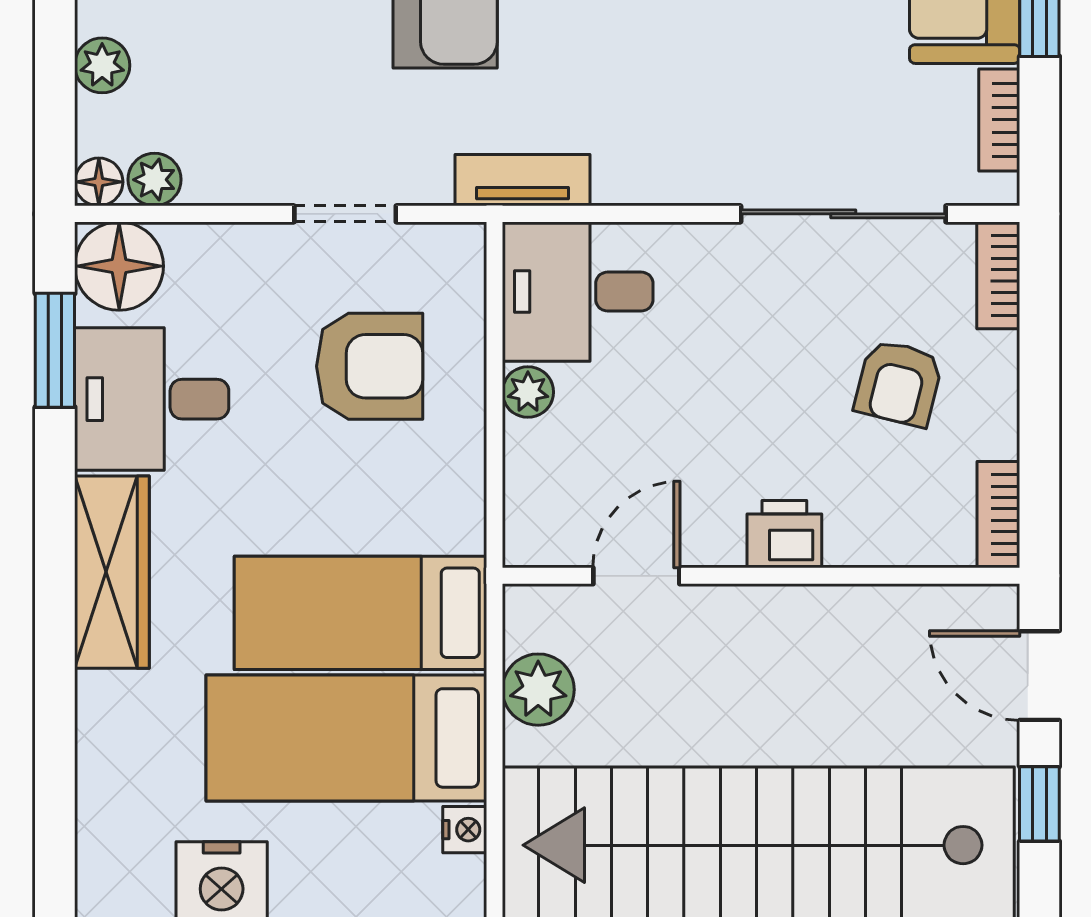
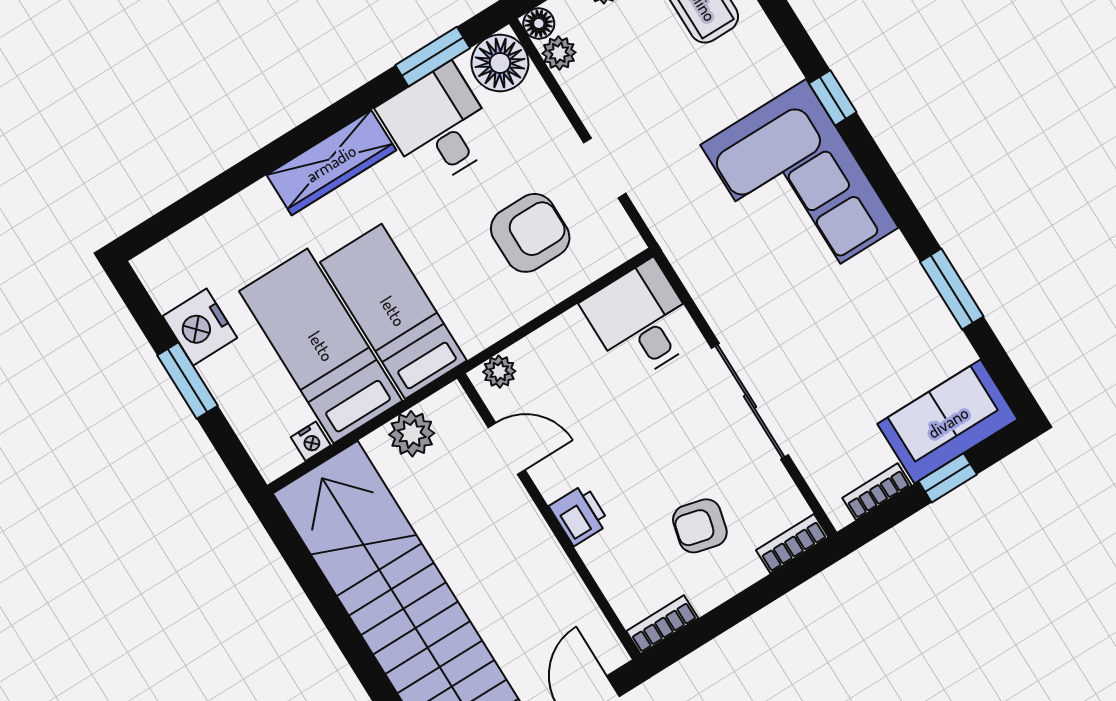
tv unit: (523, 180) -> (683, 253), removed
sliding door: (843, 214) -> (750, 401), moved
armchair: (370, 366) -> (530, 233), turned -90
plant: (528, 392) -> (499, 372), moved

